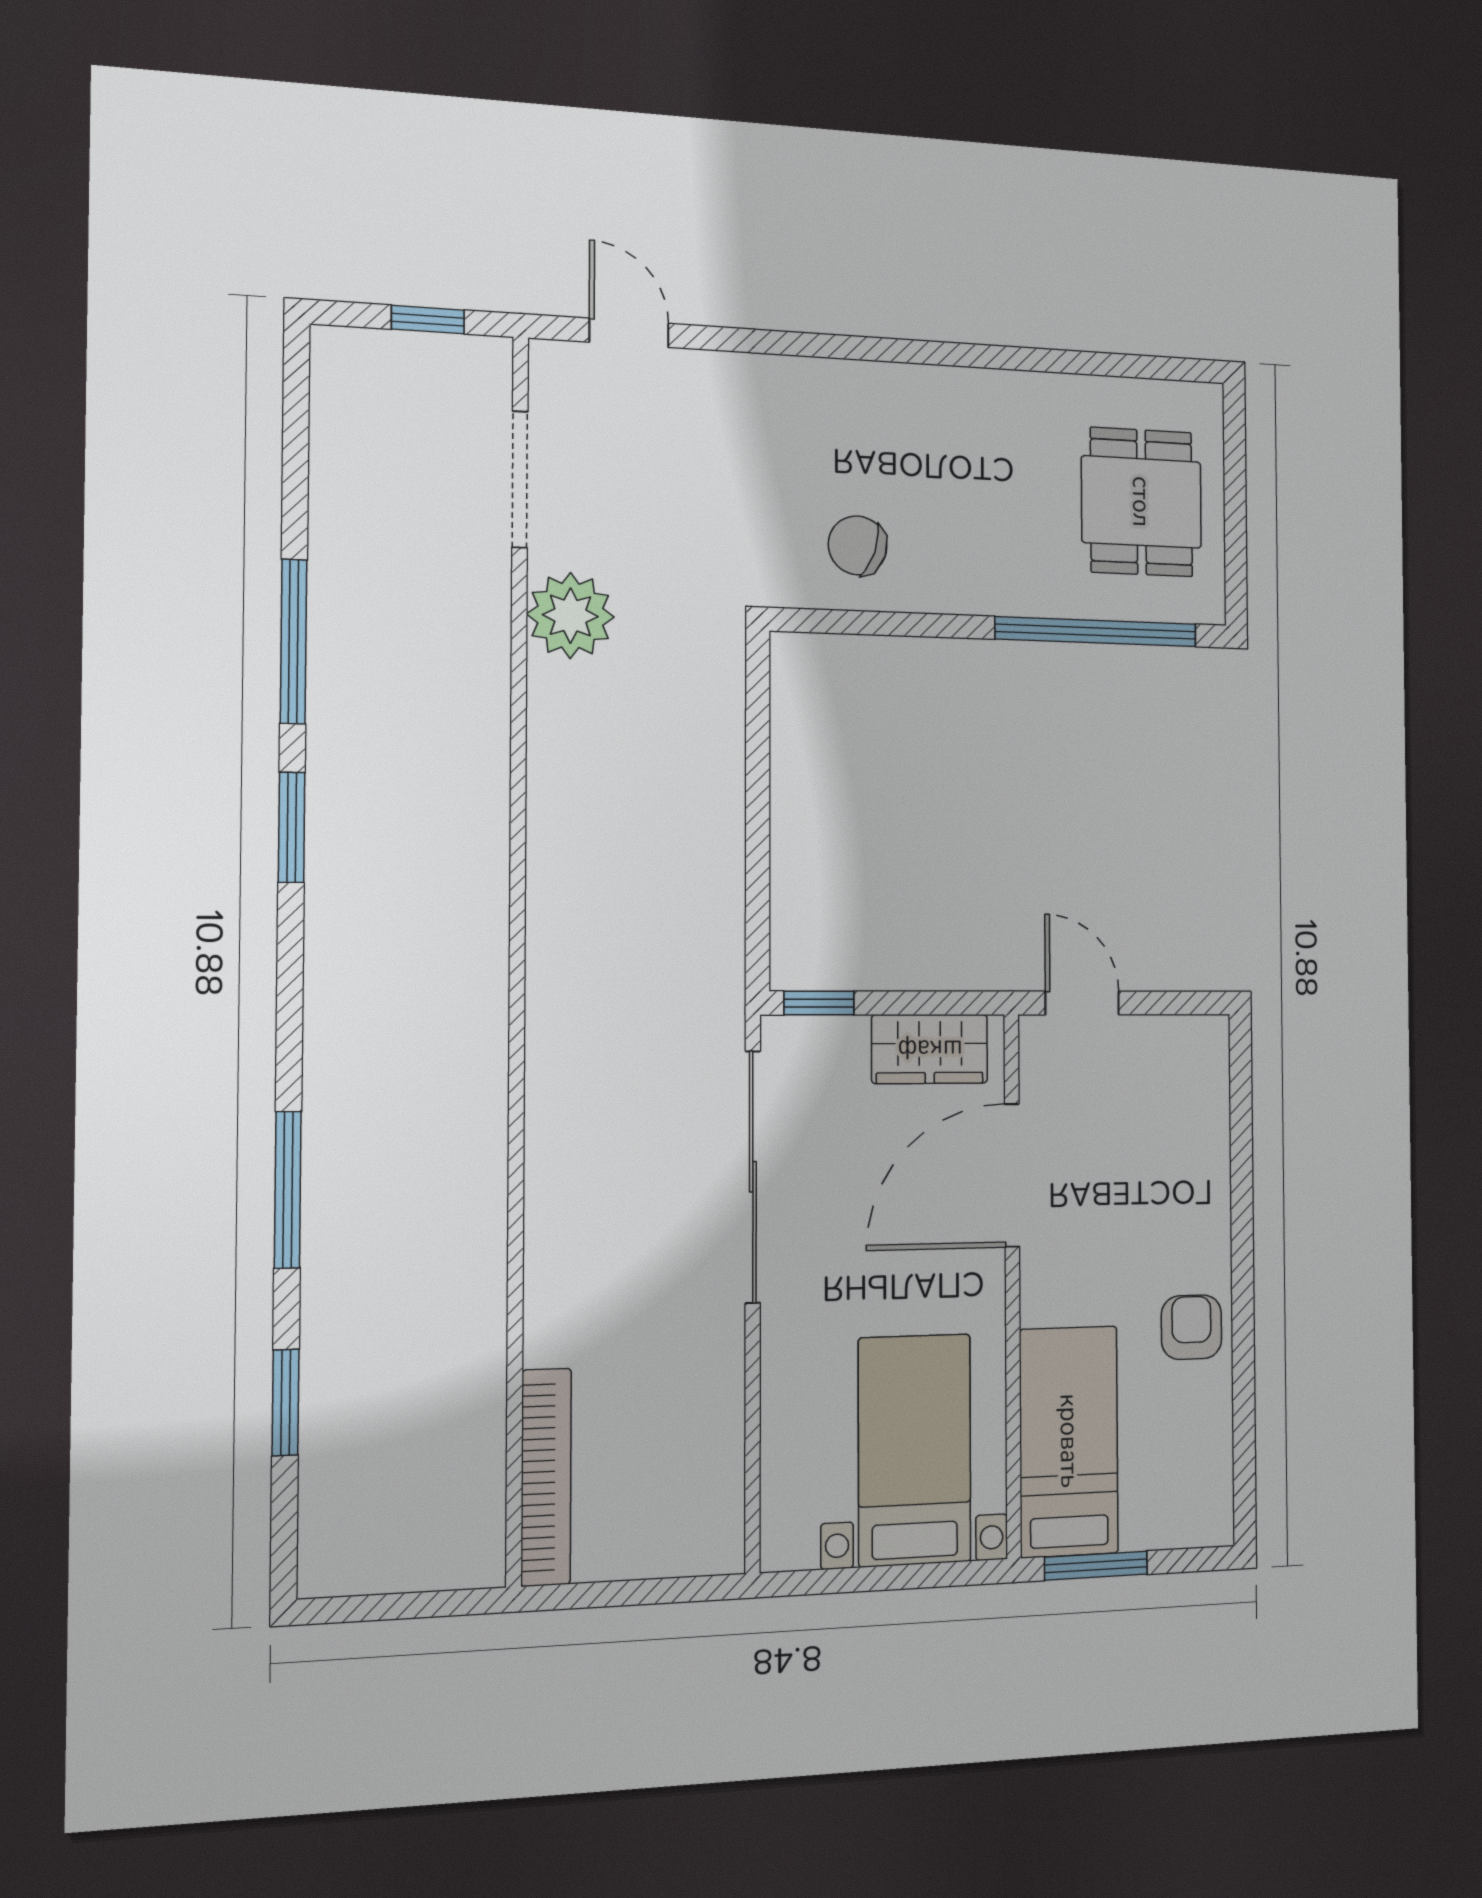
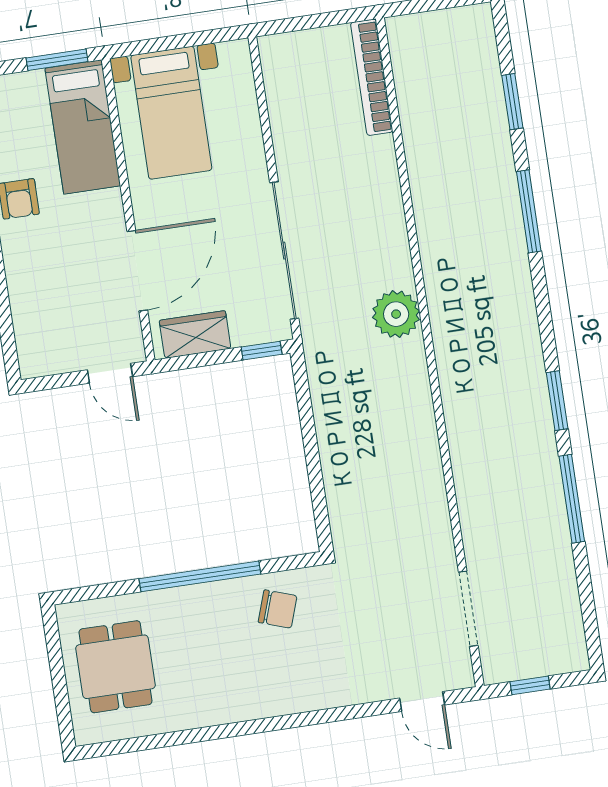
plant: (570, 616) -> (396, 314), moved
window: (1096, 632) -> (200, 576), moved

